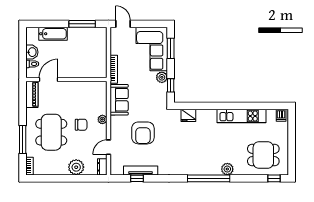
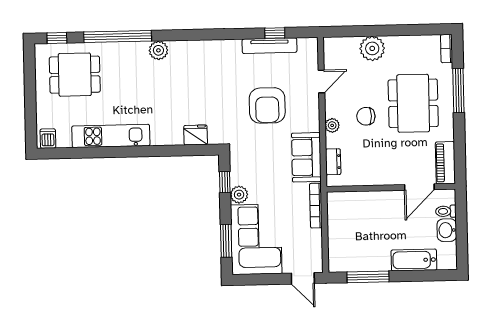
armchair: (143, 133) -> (267, 105), turned 180
dresser: (102, 167) -> (333, 162), moved
plant: (227, 169) -> (158, 50), moved
window: (209, 178) -> (118, 37), moved

